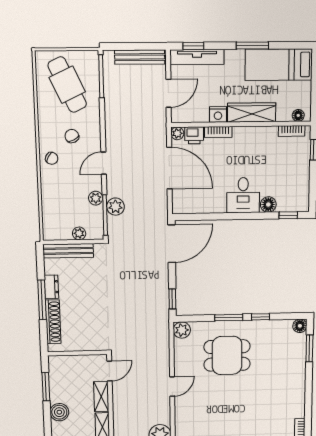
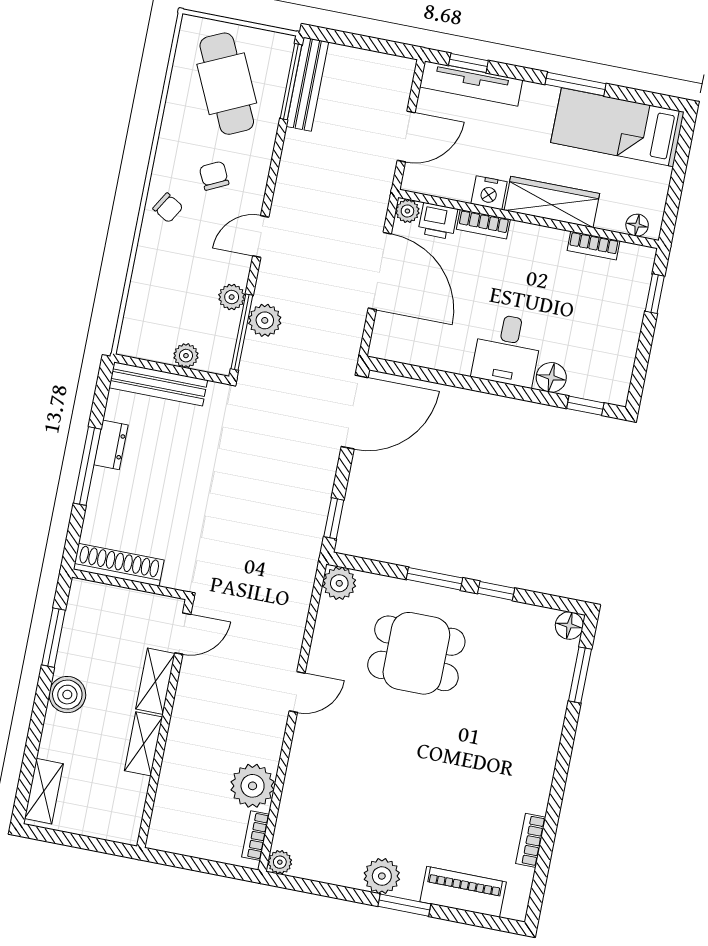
bench: (140, 57) -> (307, 84), moved, turned 90
bookcase: (292, 131) -> (593, 246), moved
shoe rack: (53, 322) -> (119, 565), moved, turned -90

